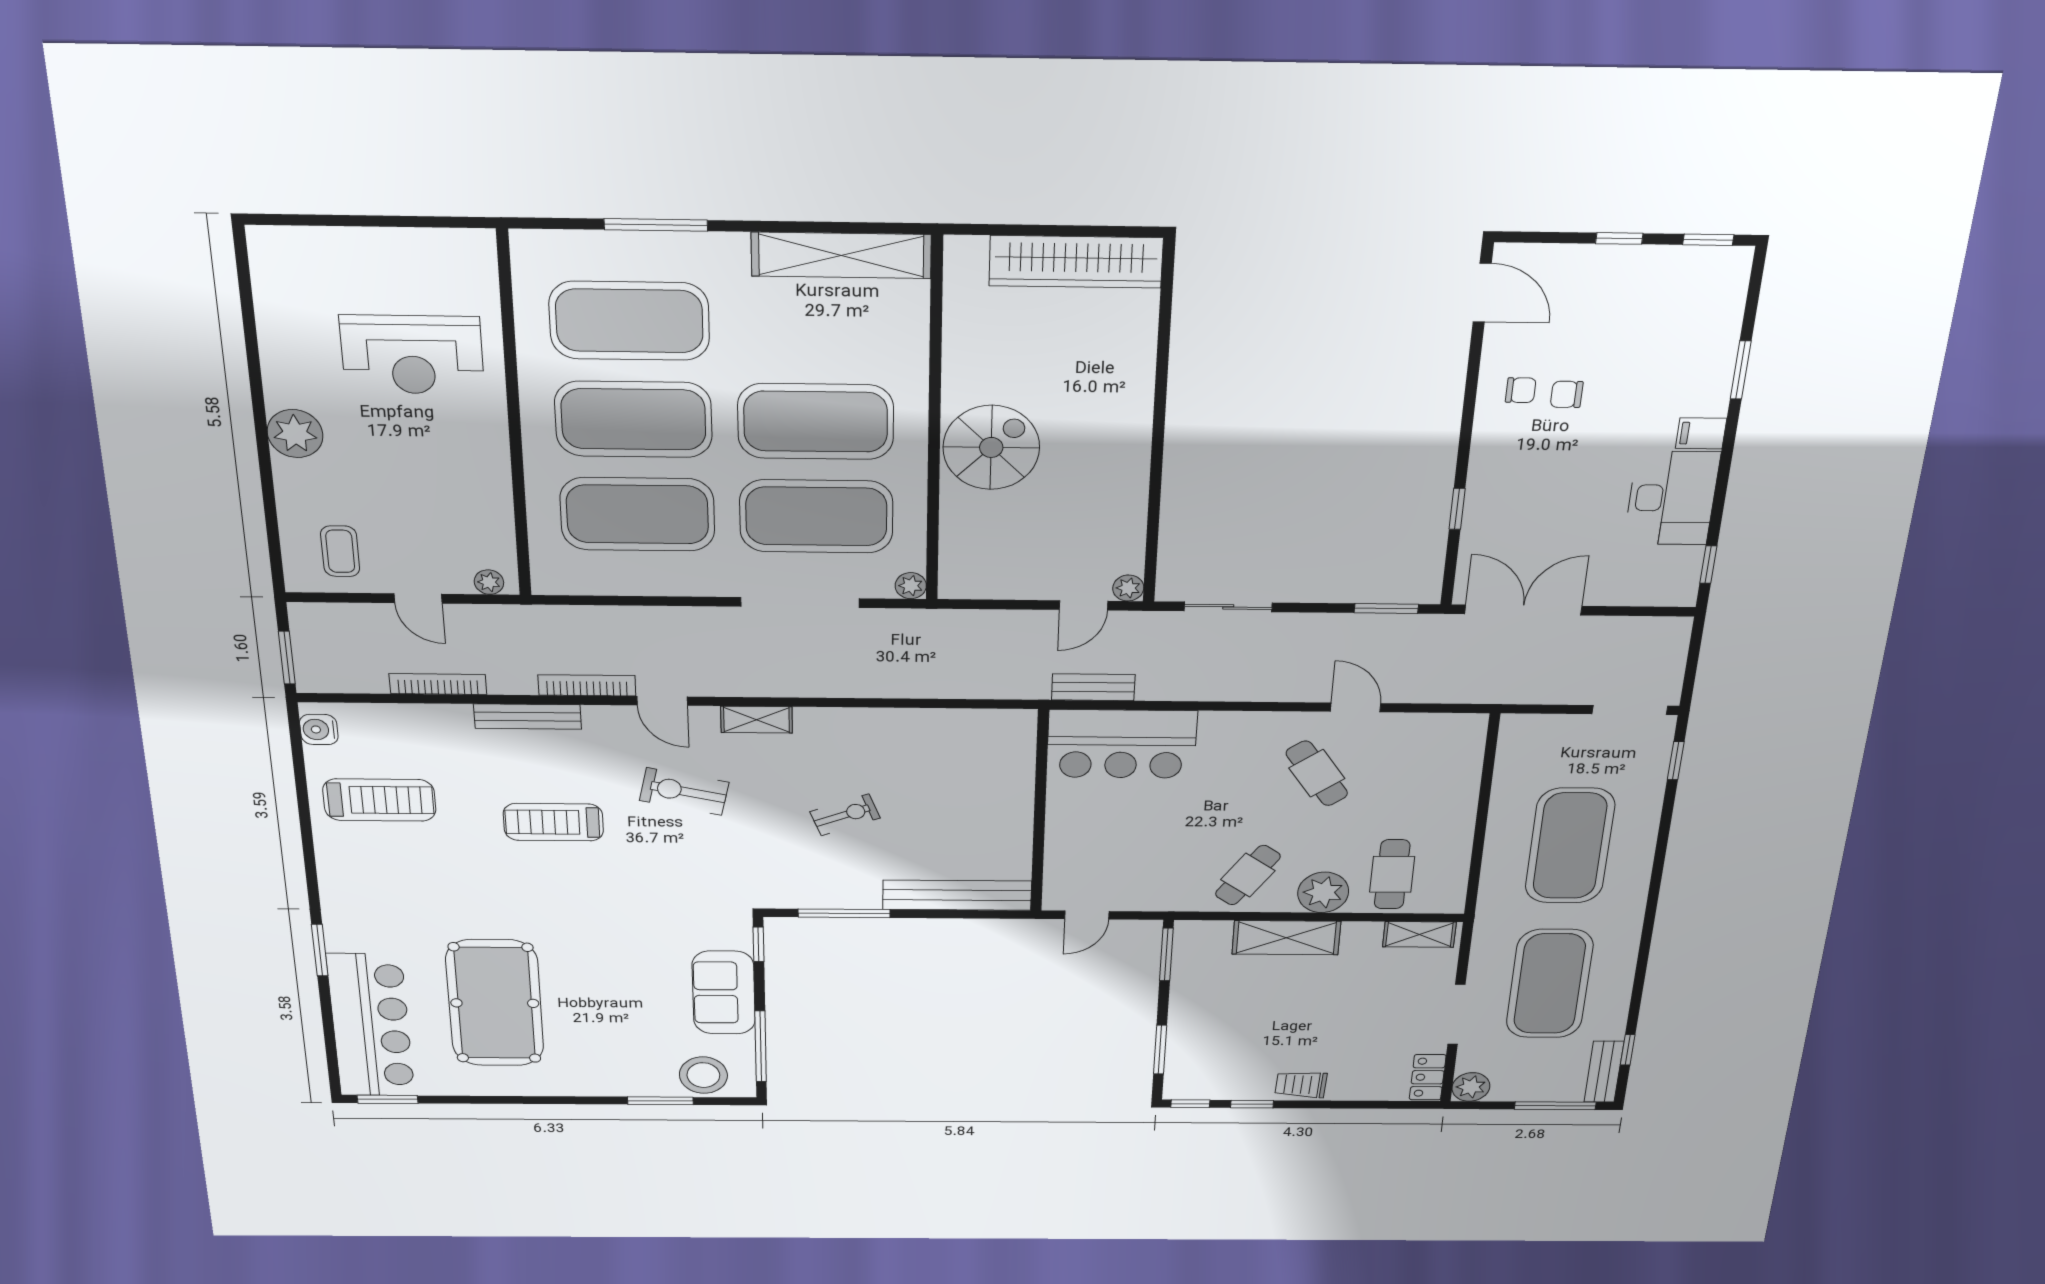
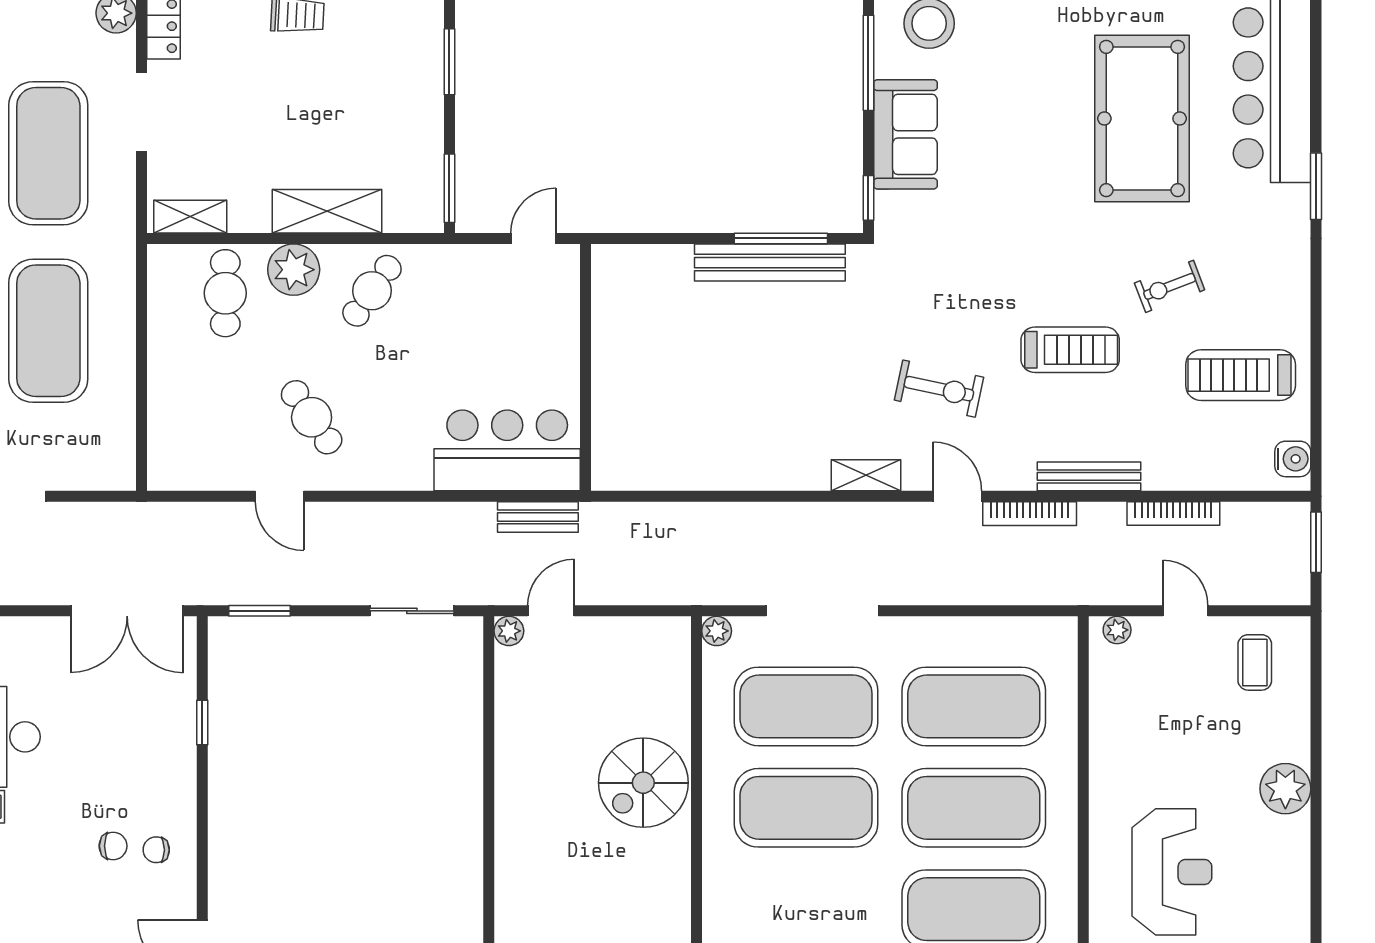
reception desk: (412, 355) -> (1172, 872), turned 90
exercise bike: (845, 815) -> (1170, 286), moved
bench: (957, 895) -> (770, 263), moved

